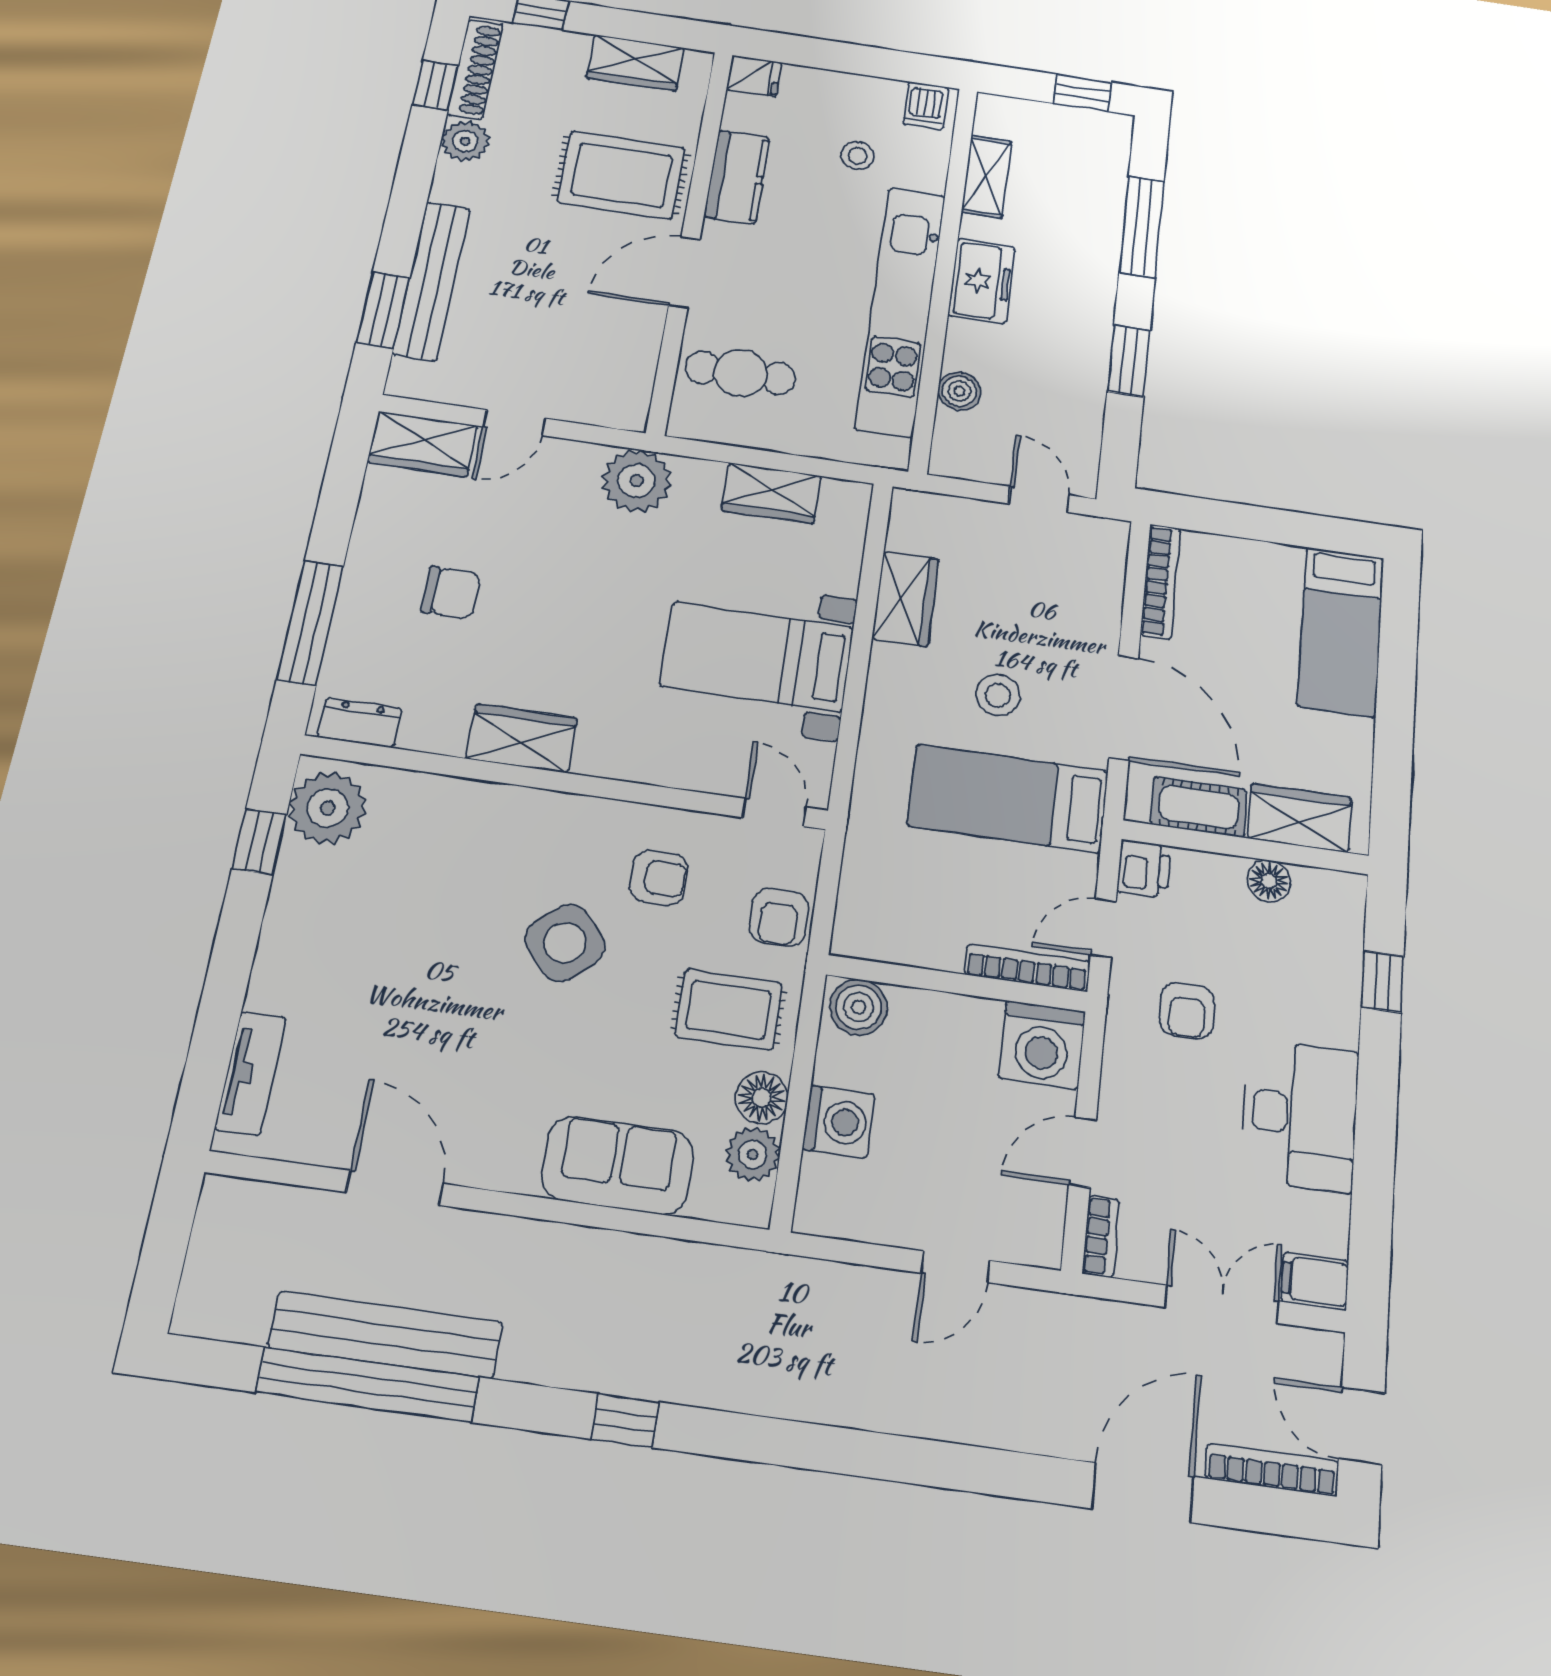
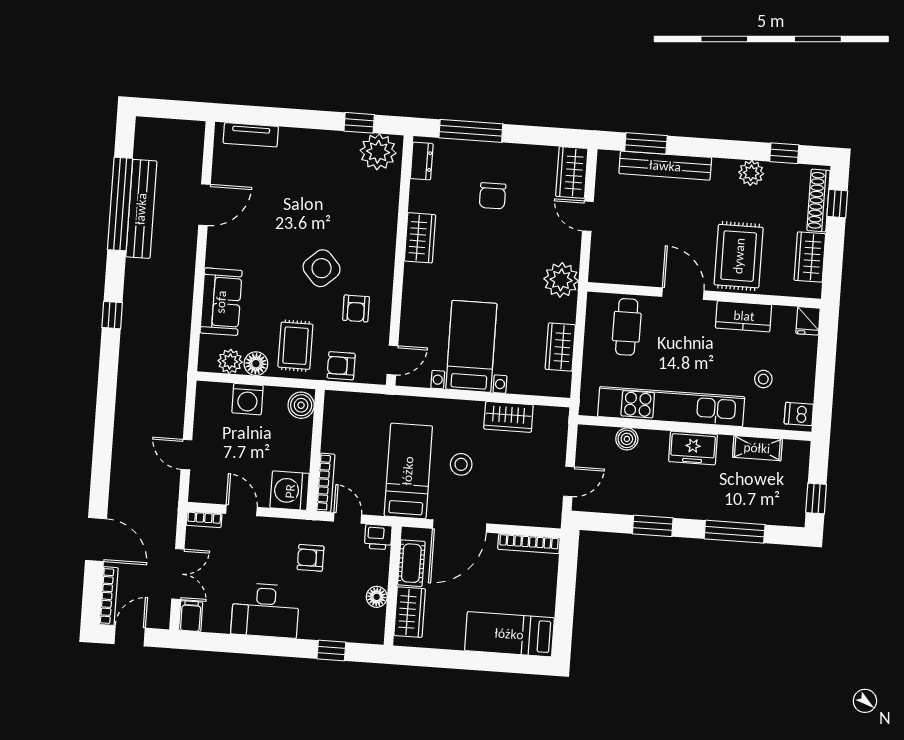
shoe rack: (475, 69) -> (819, 200), moved, turned 90

